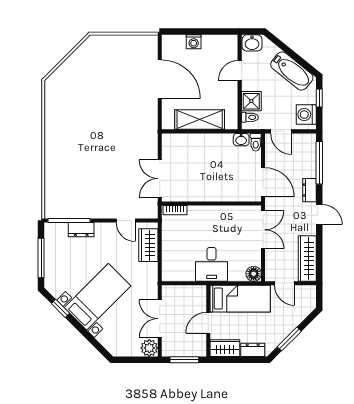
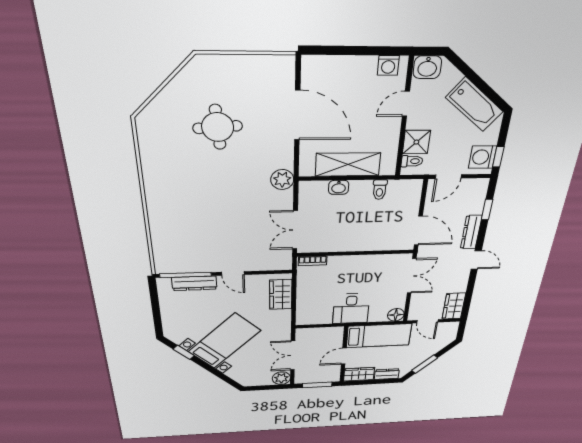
washing machine: (194, 42) -> (388, 65), moved
round table: (102, 88) -> (218, 127), added
window: (319, 98) -> (498, 157), moved
door: (281, 131) -> (448, 177), hinge flipped
plant: (149, 132) -> (282, 180), added
washbasin: (241, 140) -> (339, 187), moved
toilet: (256, 142) -> (380, 190), moved
window: (319, 163) -> (487, 209), width x0.46
dresser: (309, 190) -> (471, 232), width x1.44
door: (126, 221) -> (233, 273), moved
dresser: (81, 230) -> (194, 283), width x1.44
window: (41, 258) -> (156, 311), removed
wardrobe: (307, 258) -> (454, 306), width x0.67

